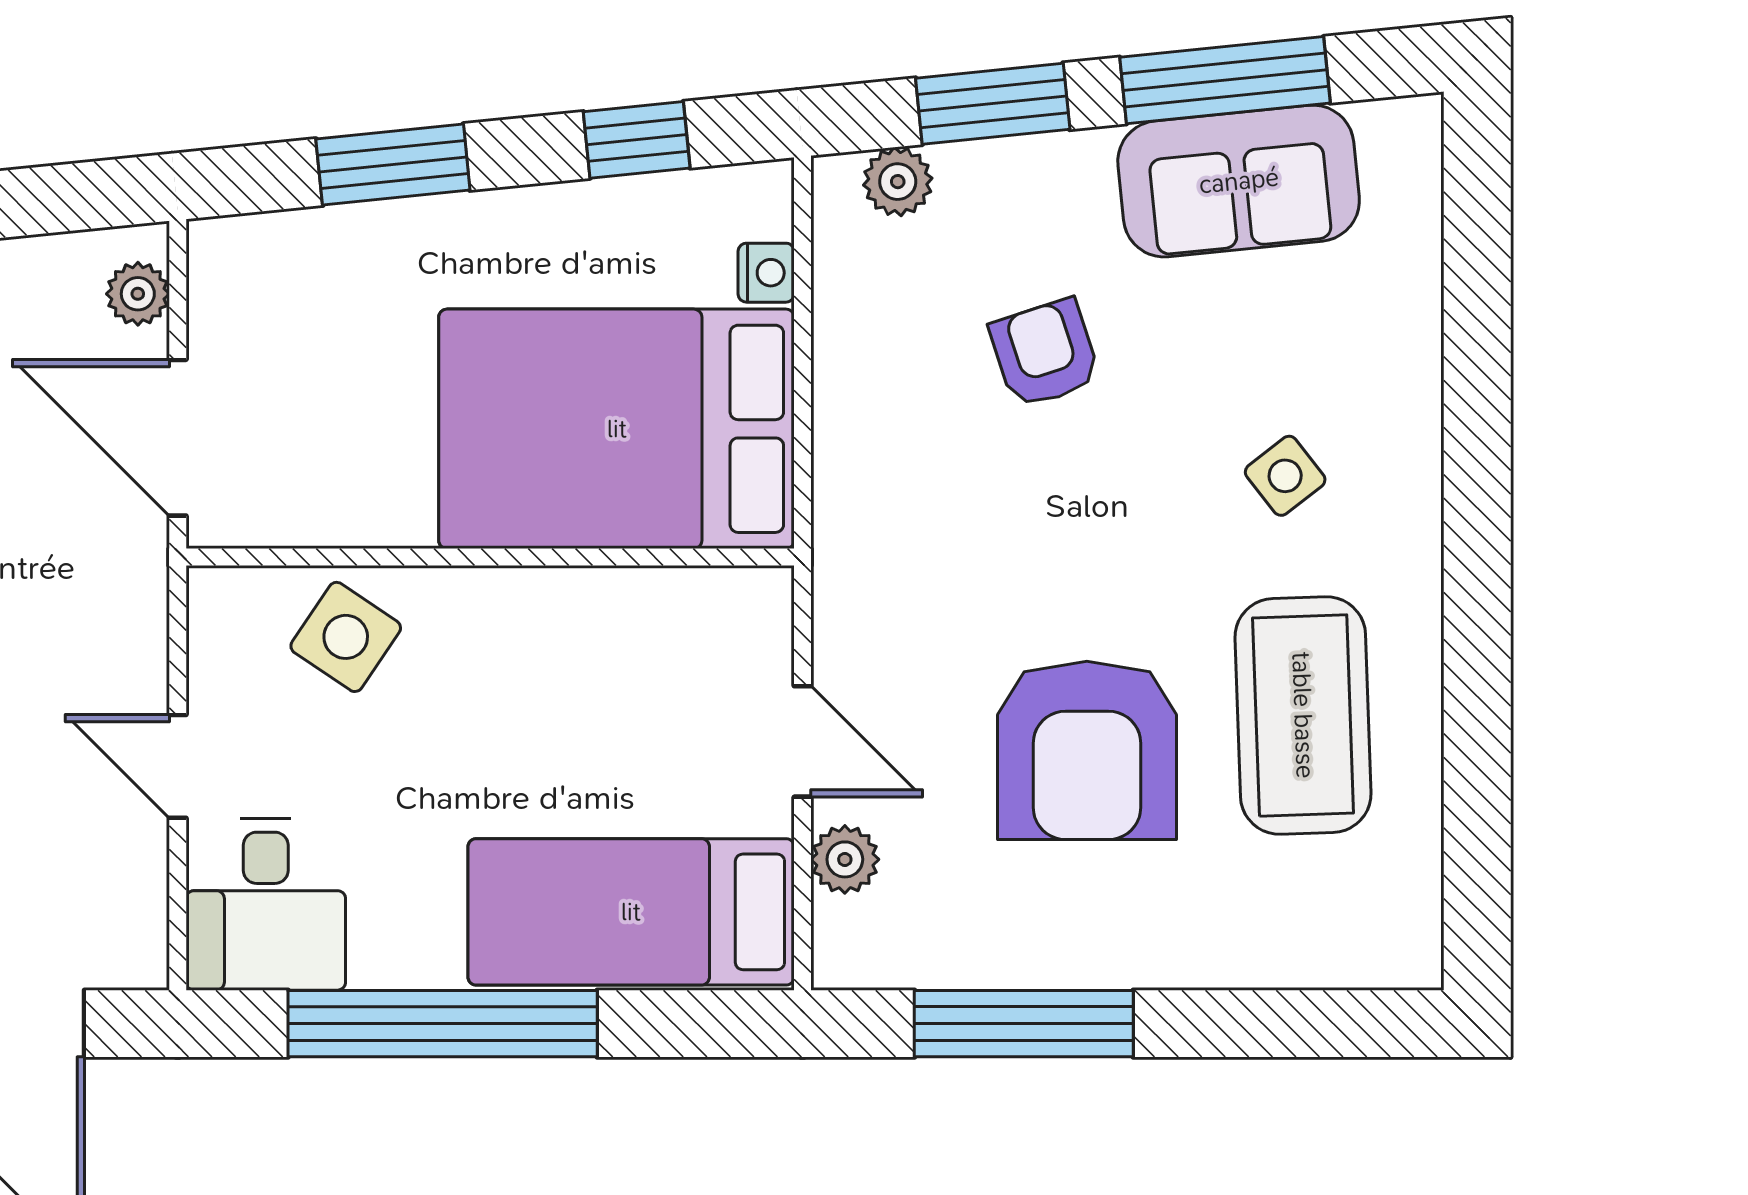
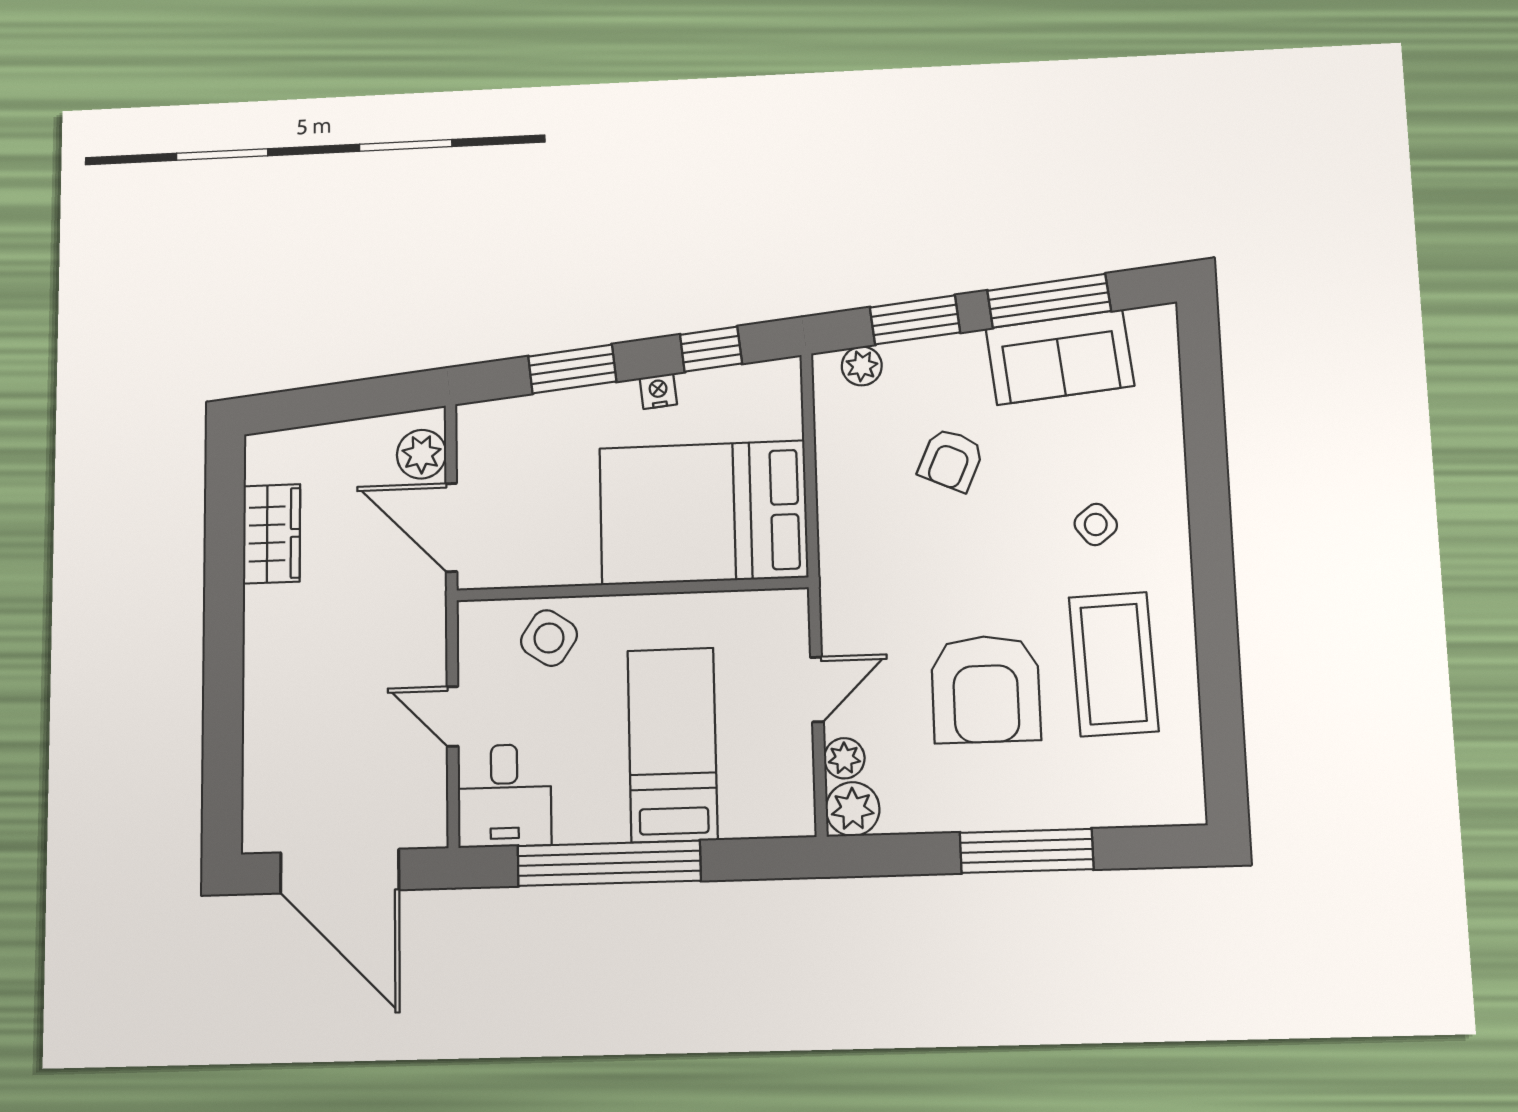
nightstand: (766, 273) -> (658, 391), moved, turned -96
plant: (138, 294) -> (422, 454), width x1.38, depth x1.38
armchair: (1045, 353) -> (951, 460), turned -138
door: (802, 741) -> (817, 689), hinge flipped
bed: (631, 912) -> (672, 745), moved, turned 90
plant: (856, 945) -> (853, 809), added
window: (1024, 1024) -> (1027, 851), moved

